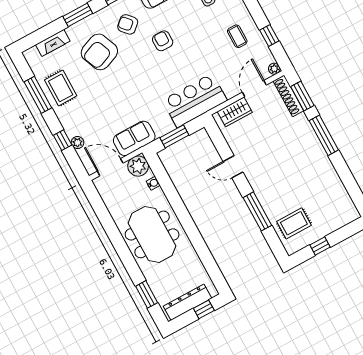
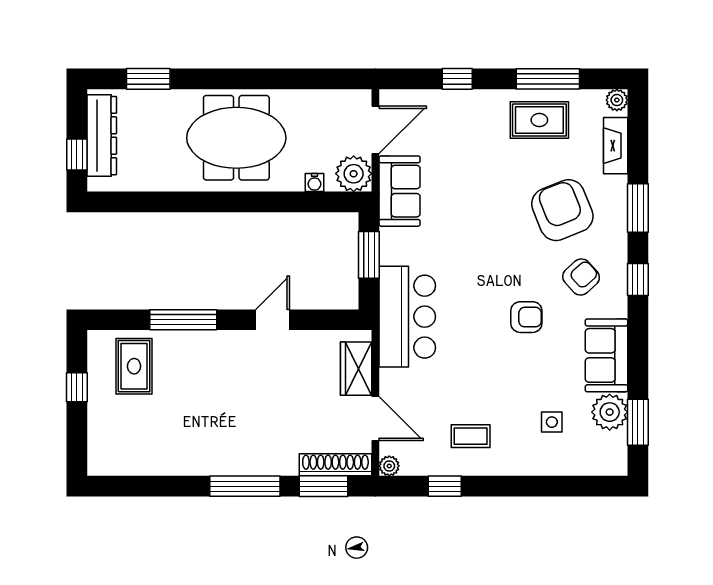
plant: (78, 143) -> (617, 100), moved

